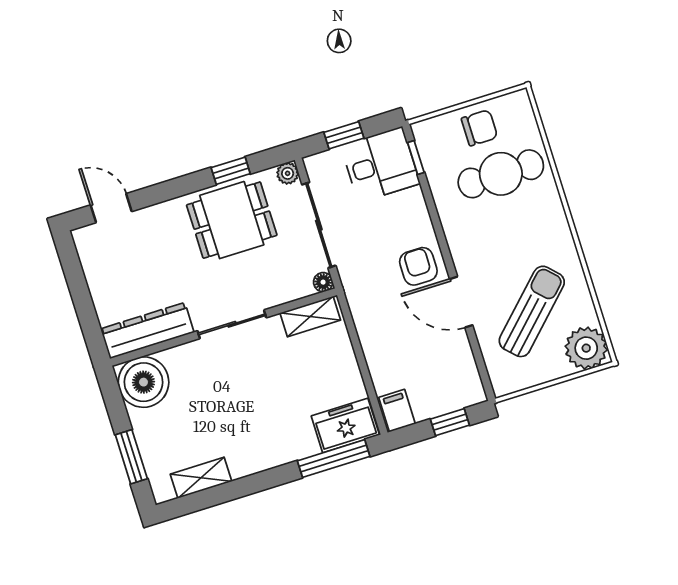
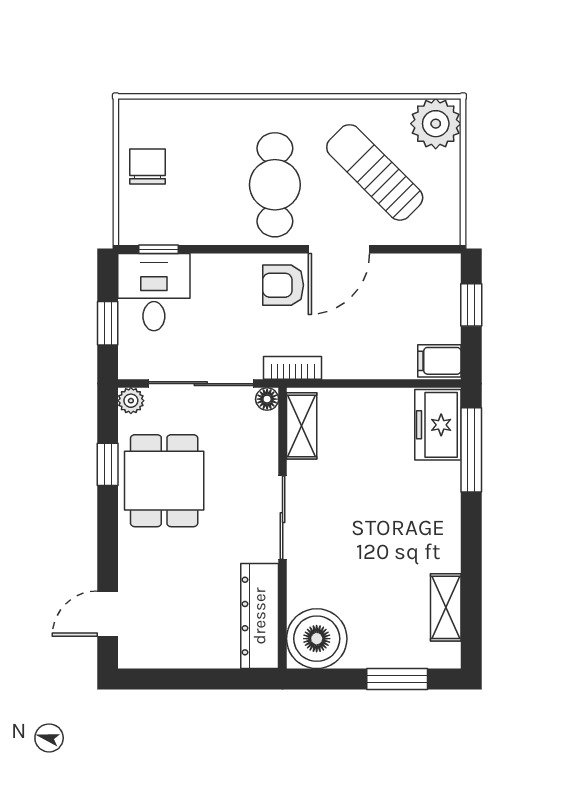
cafe table: (501, 174) -> (275, 185), moved
bookcase: (354, 295) -> (293, 368), added

